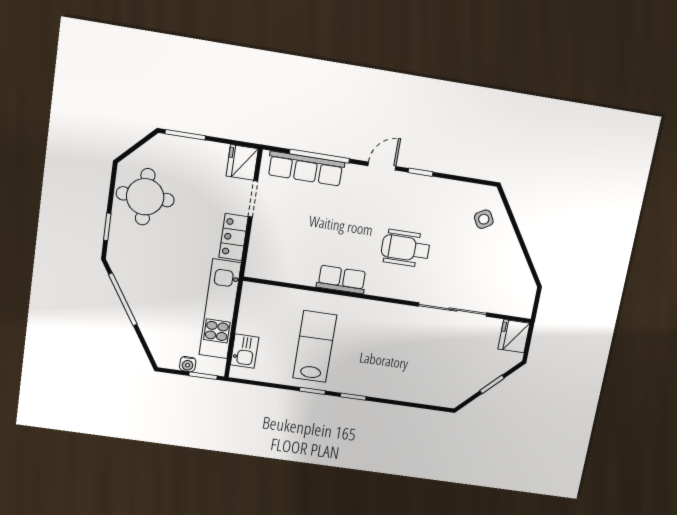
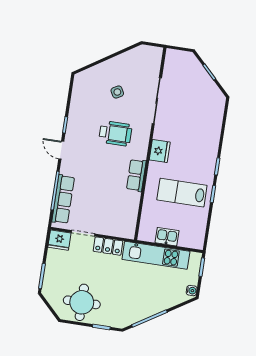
side table: (484, 219) -> (117, 92), moved
wheelchair: (405, 248) -> (115, 133), turned -90
fridge: (514, 336) -> (160, 151), moved, turned -90
kitchen sink: (245, 351) -> (167, 237), moved
water cooler: (188, 364) -> (192, 291), moved

